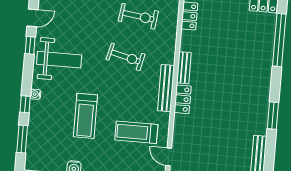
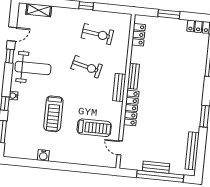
bench: (166, 88) -> (119, 88), width x0.73
locker: (183, 99) -> (131, 108), width x1.53
treadmill: (136, 132) -> (94, 128), turned 180

